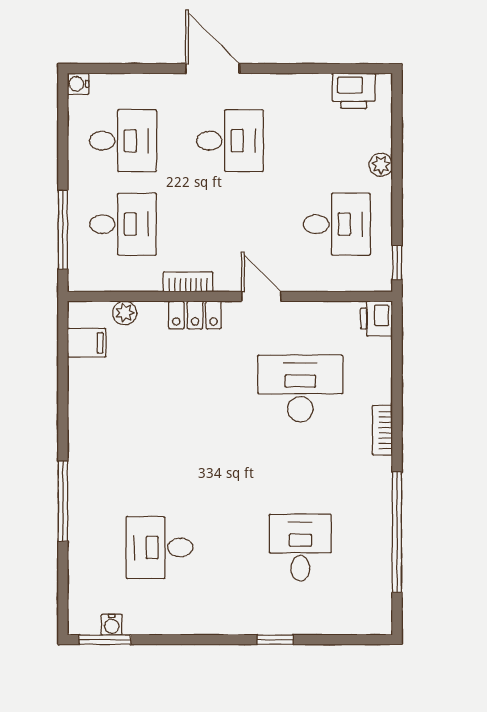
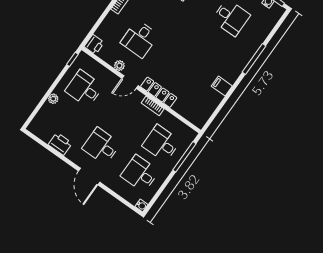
printer: (354, 91) -> (60, 144), moved
door: (261, 296) -> (130, 82), hinge flipped
plant: (125, 313) -> (119, 66), moved
locker: (195, 315) -> (159, 92), width x1.53
filing cabinet: (87, 343) -> (222, 86), moved
desk: (300, 388) -> (139, 39), width x0.73

